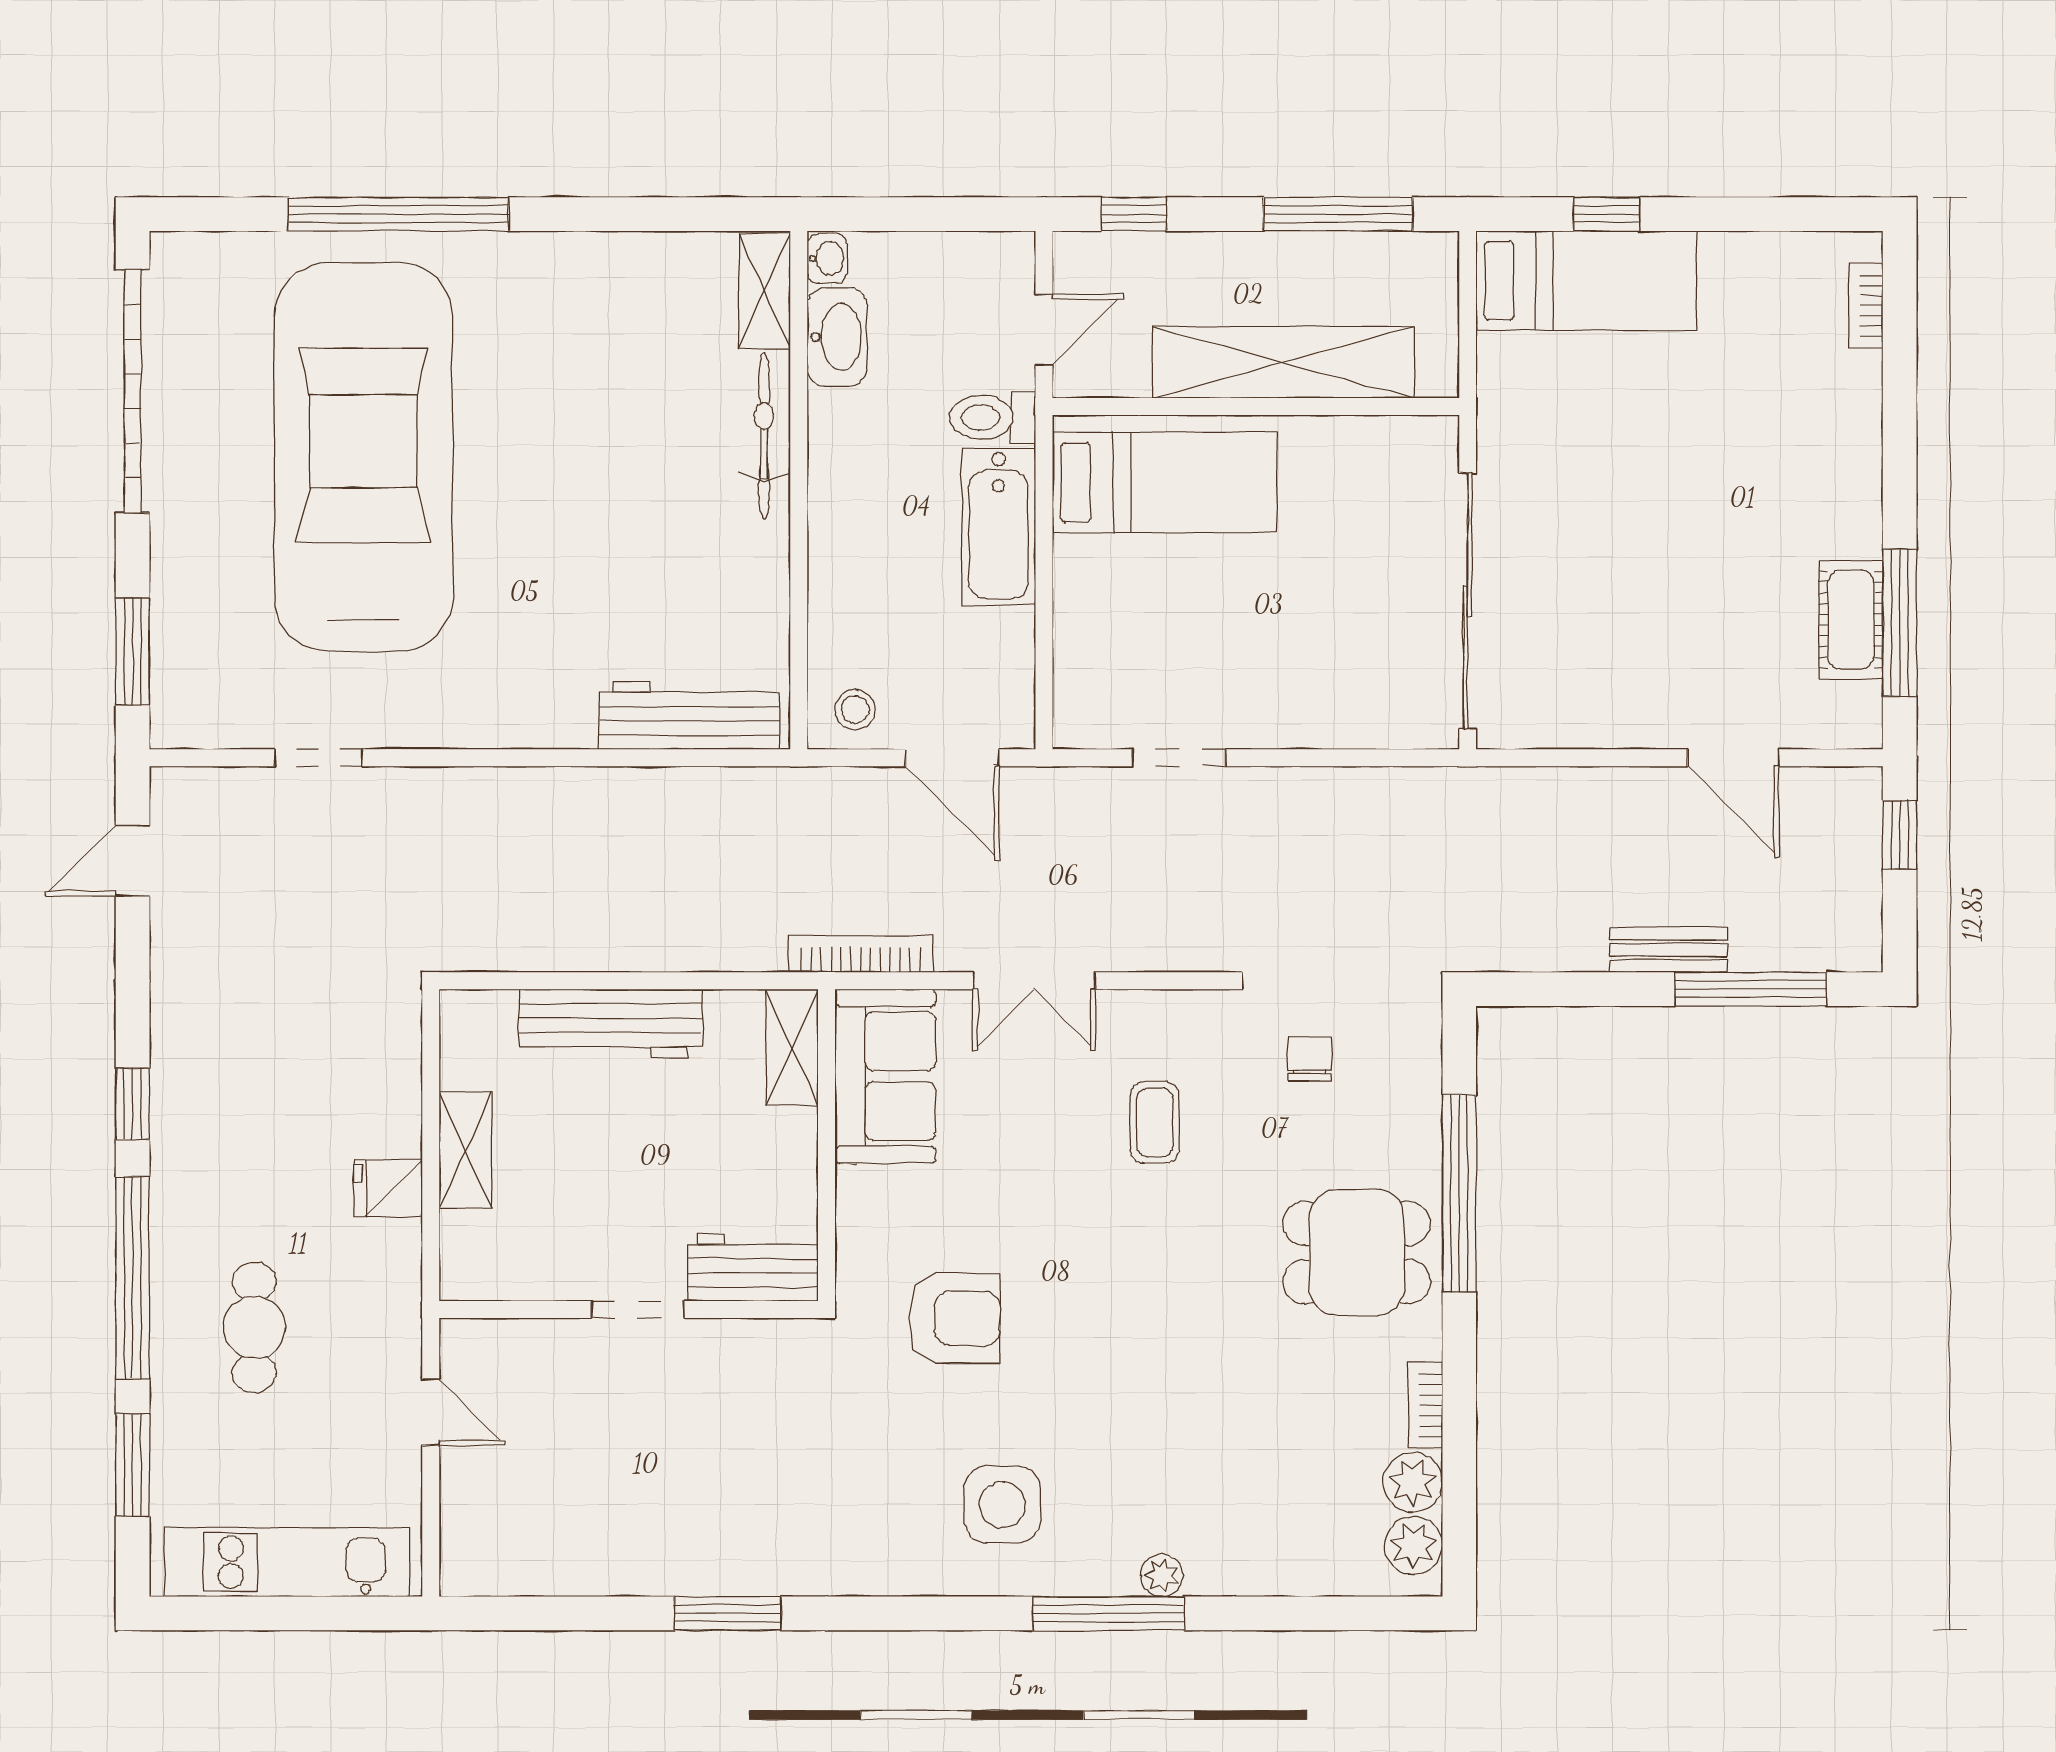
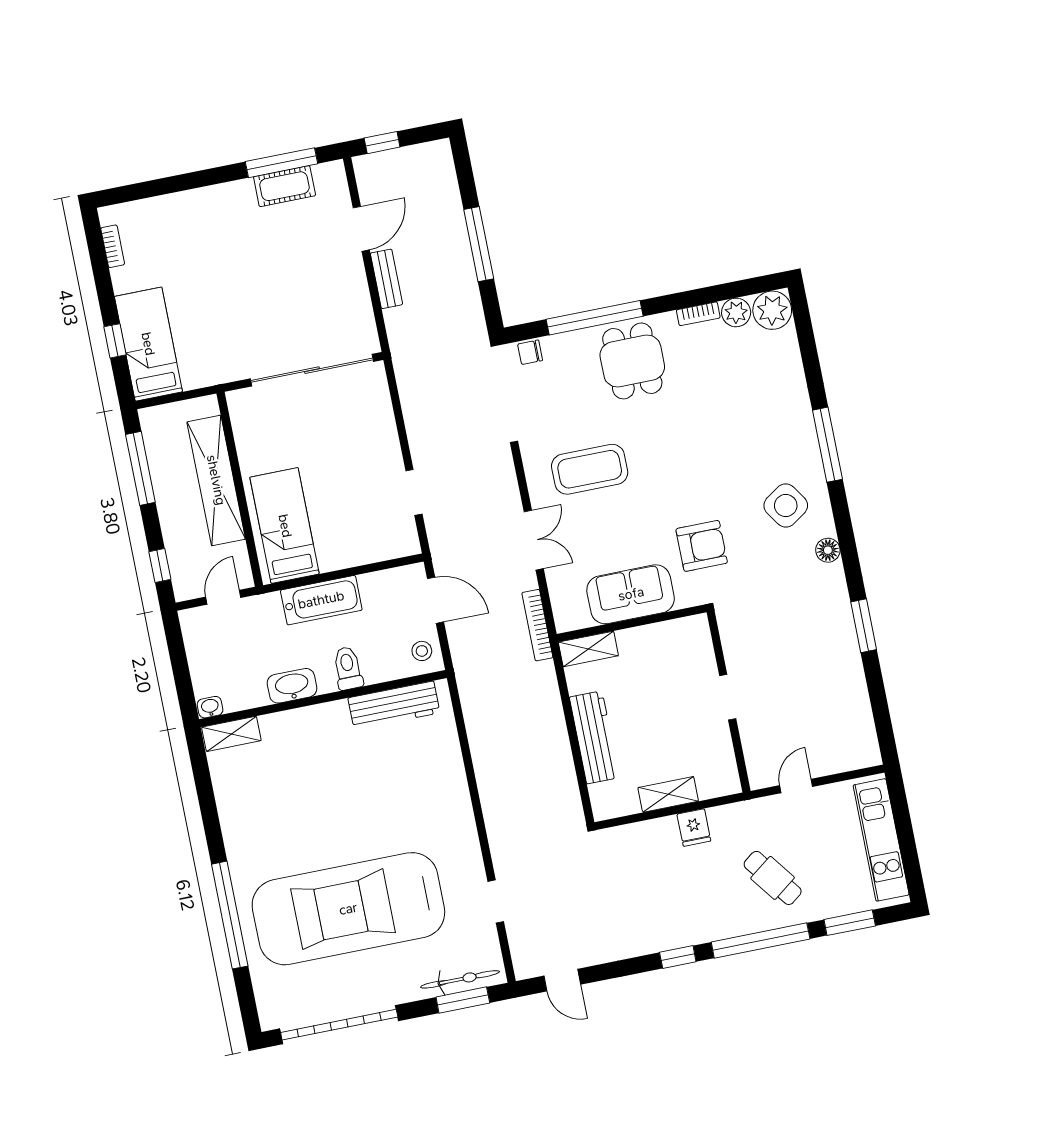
bookcase: (1866, 306) -> (113, 246), moved, turned -90
door: (1044, 330) -> (223, 597), hinge flipped
washbasin: (837, 337) -> (292, 686), moved
toilet: (992, 417) -> (348, 668), moved, turned 180
bicycle: (764, 436) -> (460, 979), moved, turned 180
workbench: (689, 715) -> (394, 705), moved, turned -90
door: (952, 758) -> (435, 600), hinge flipped
bench: (1668, 950) -> (386, 279), moved
window: (1751, 989) -> (479, 244), moved
chair: (1310, 1059) -> (530, 352), moved
sofa: (885, 1076) -> (631, 594), moved
coffee table: (1155, 1122) -> (590, 469), width x1.86, depth x1.72
workbench: (753, 1267) -> (697, 647), removed
armchair: (954, 1318) -> (702, 546), turned 89
cafe table: (254, 1327) -> (773, 878), turned 53
side table: (1002, 1505) -> (786, 506), turned -34
plant: (1413, 1545) -> (772, 310), width x1.36, depth x1.36
floor lamp: (895, 1572) -> (828, 550), added
plant: (1162, 1575) -> (804, 423), removed

